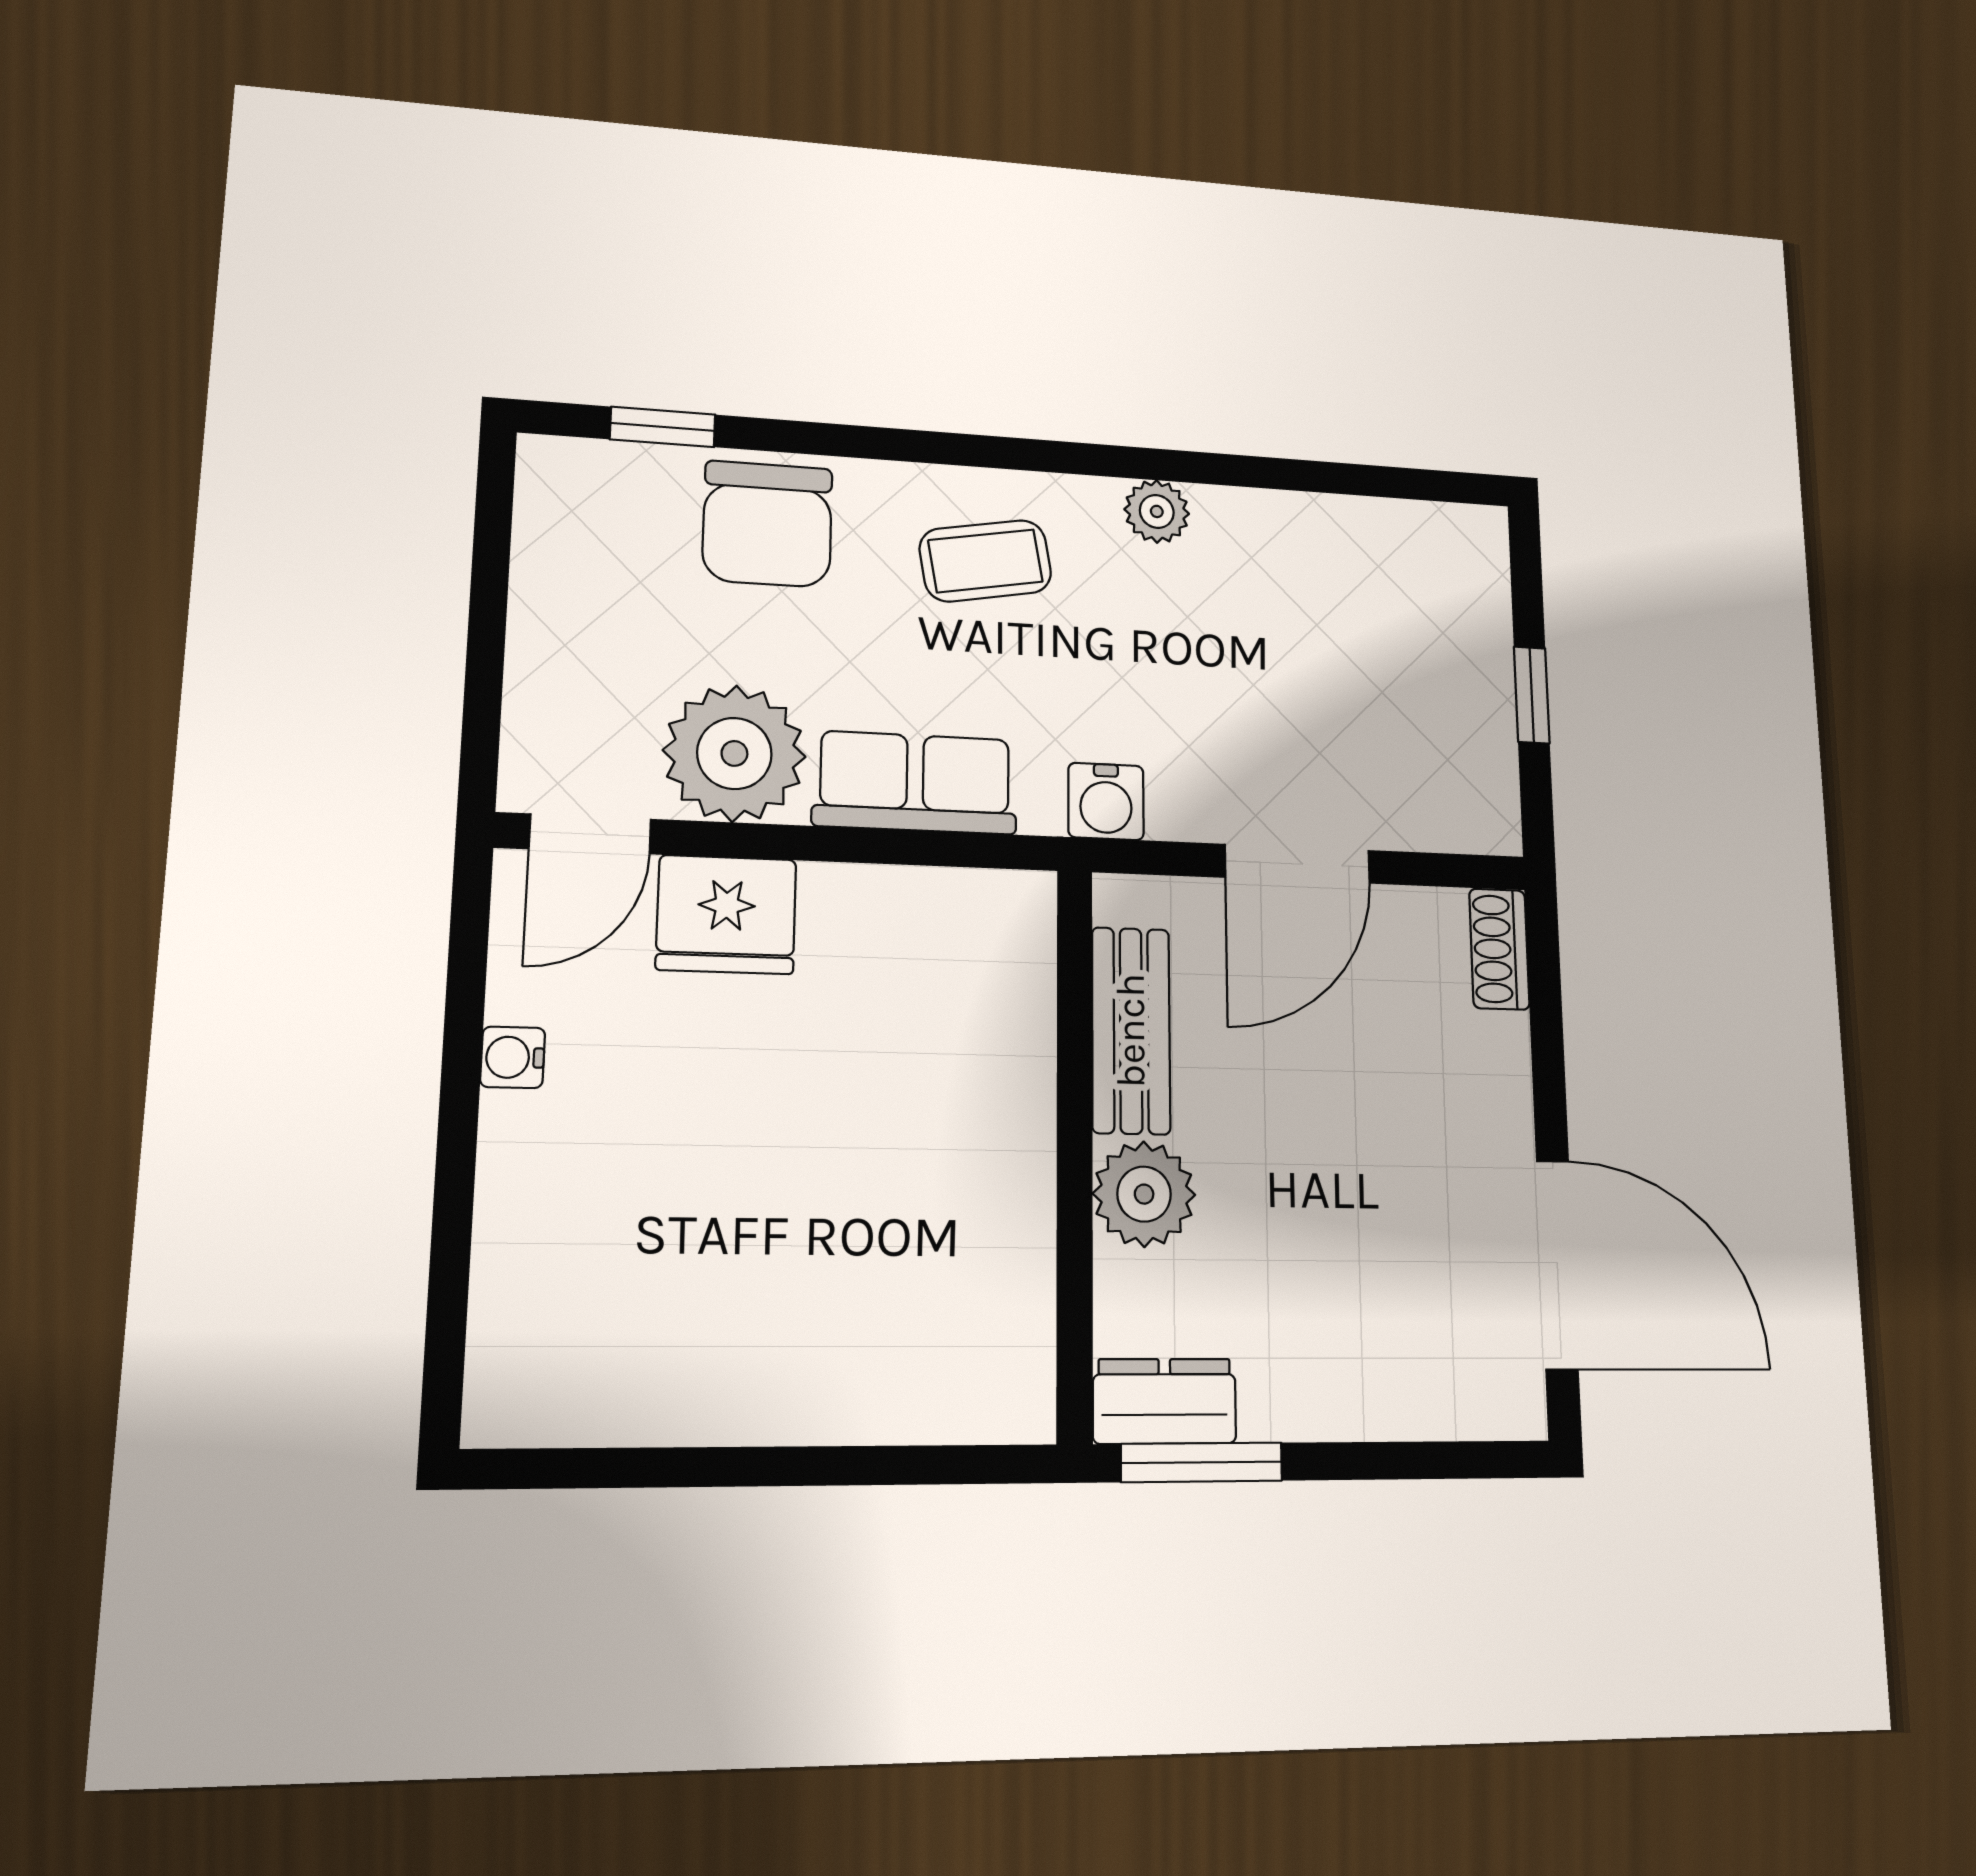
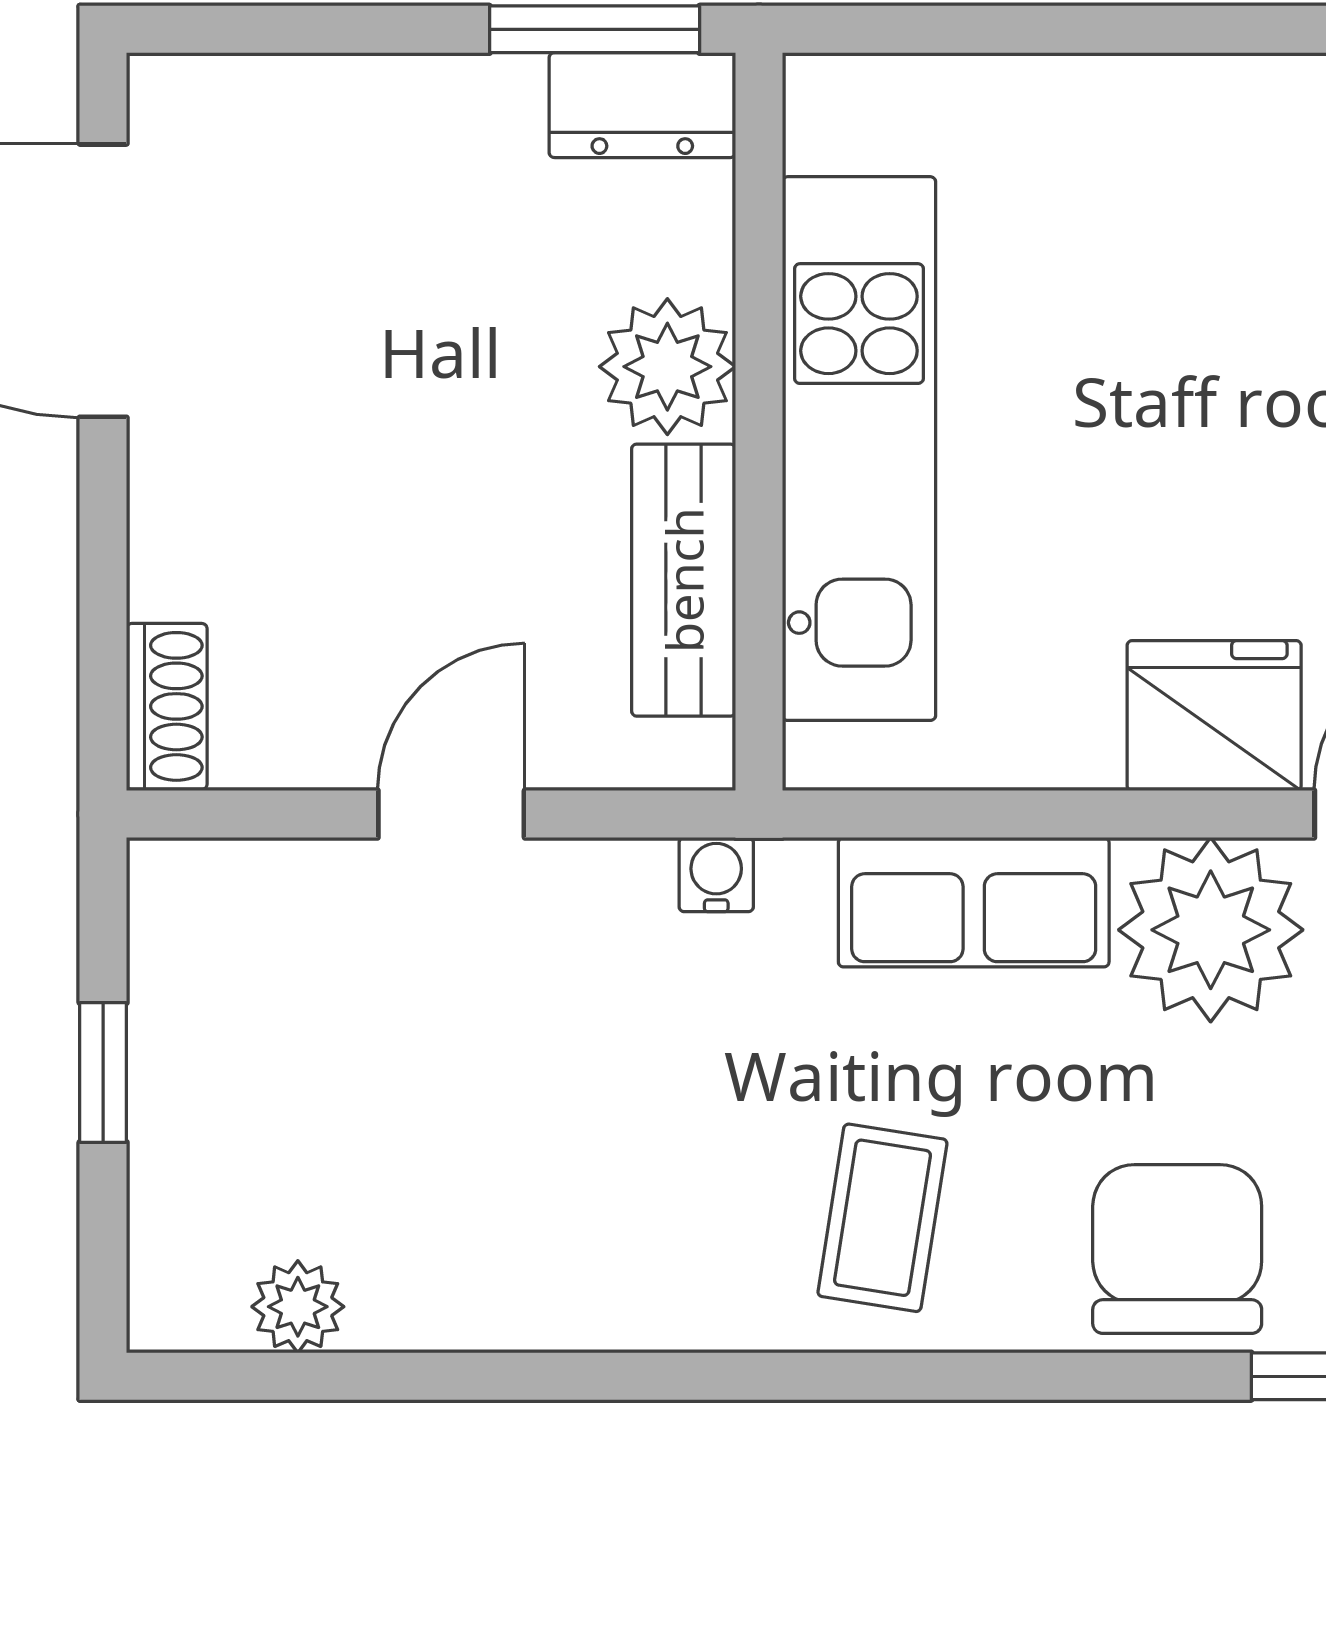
plant: (1157, 511) -> (298, 1307), moved
coffee table: (985, 561) -> (882, 1218), turned -71
water cooler: (1106, 801) -> (716, 875), width x0.72, depth x0.72
door: (1298, 864) -> (451, 814), width x0.73
kitchen unit: (998, 1128) -> (859, 449), added

